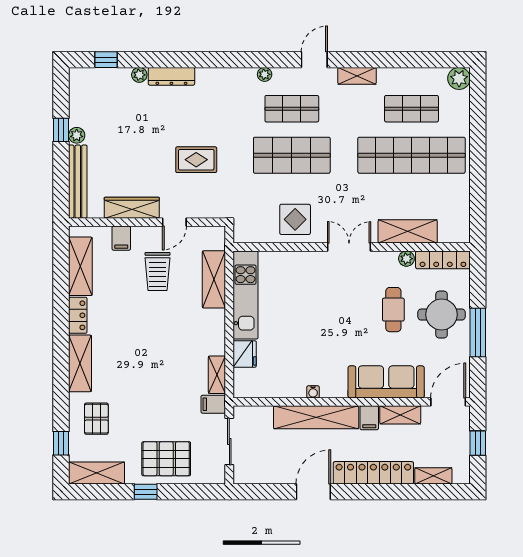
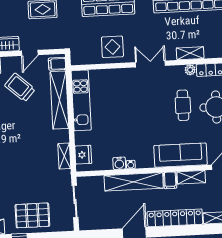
shelving: (408, 231) -> (190, 53), width x0.67, depth x0.75
trolley: (157, 272) -> (20, 87), turned 132
shelving: (214, 279) -> (59, 100), width x1.47
fridge: (245, 354) -> (83, 155), moved
water cooler: (296, 389) -> (119, 163), added
filing cabinet: (213, 404) -> (57, 64), moved

